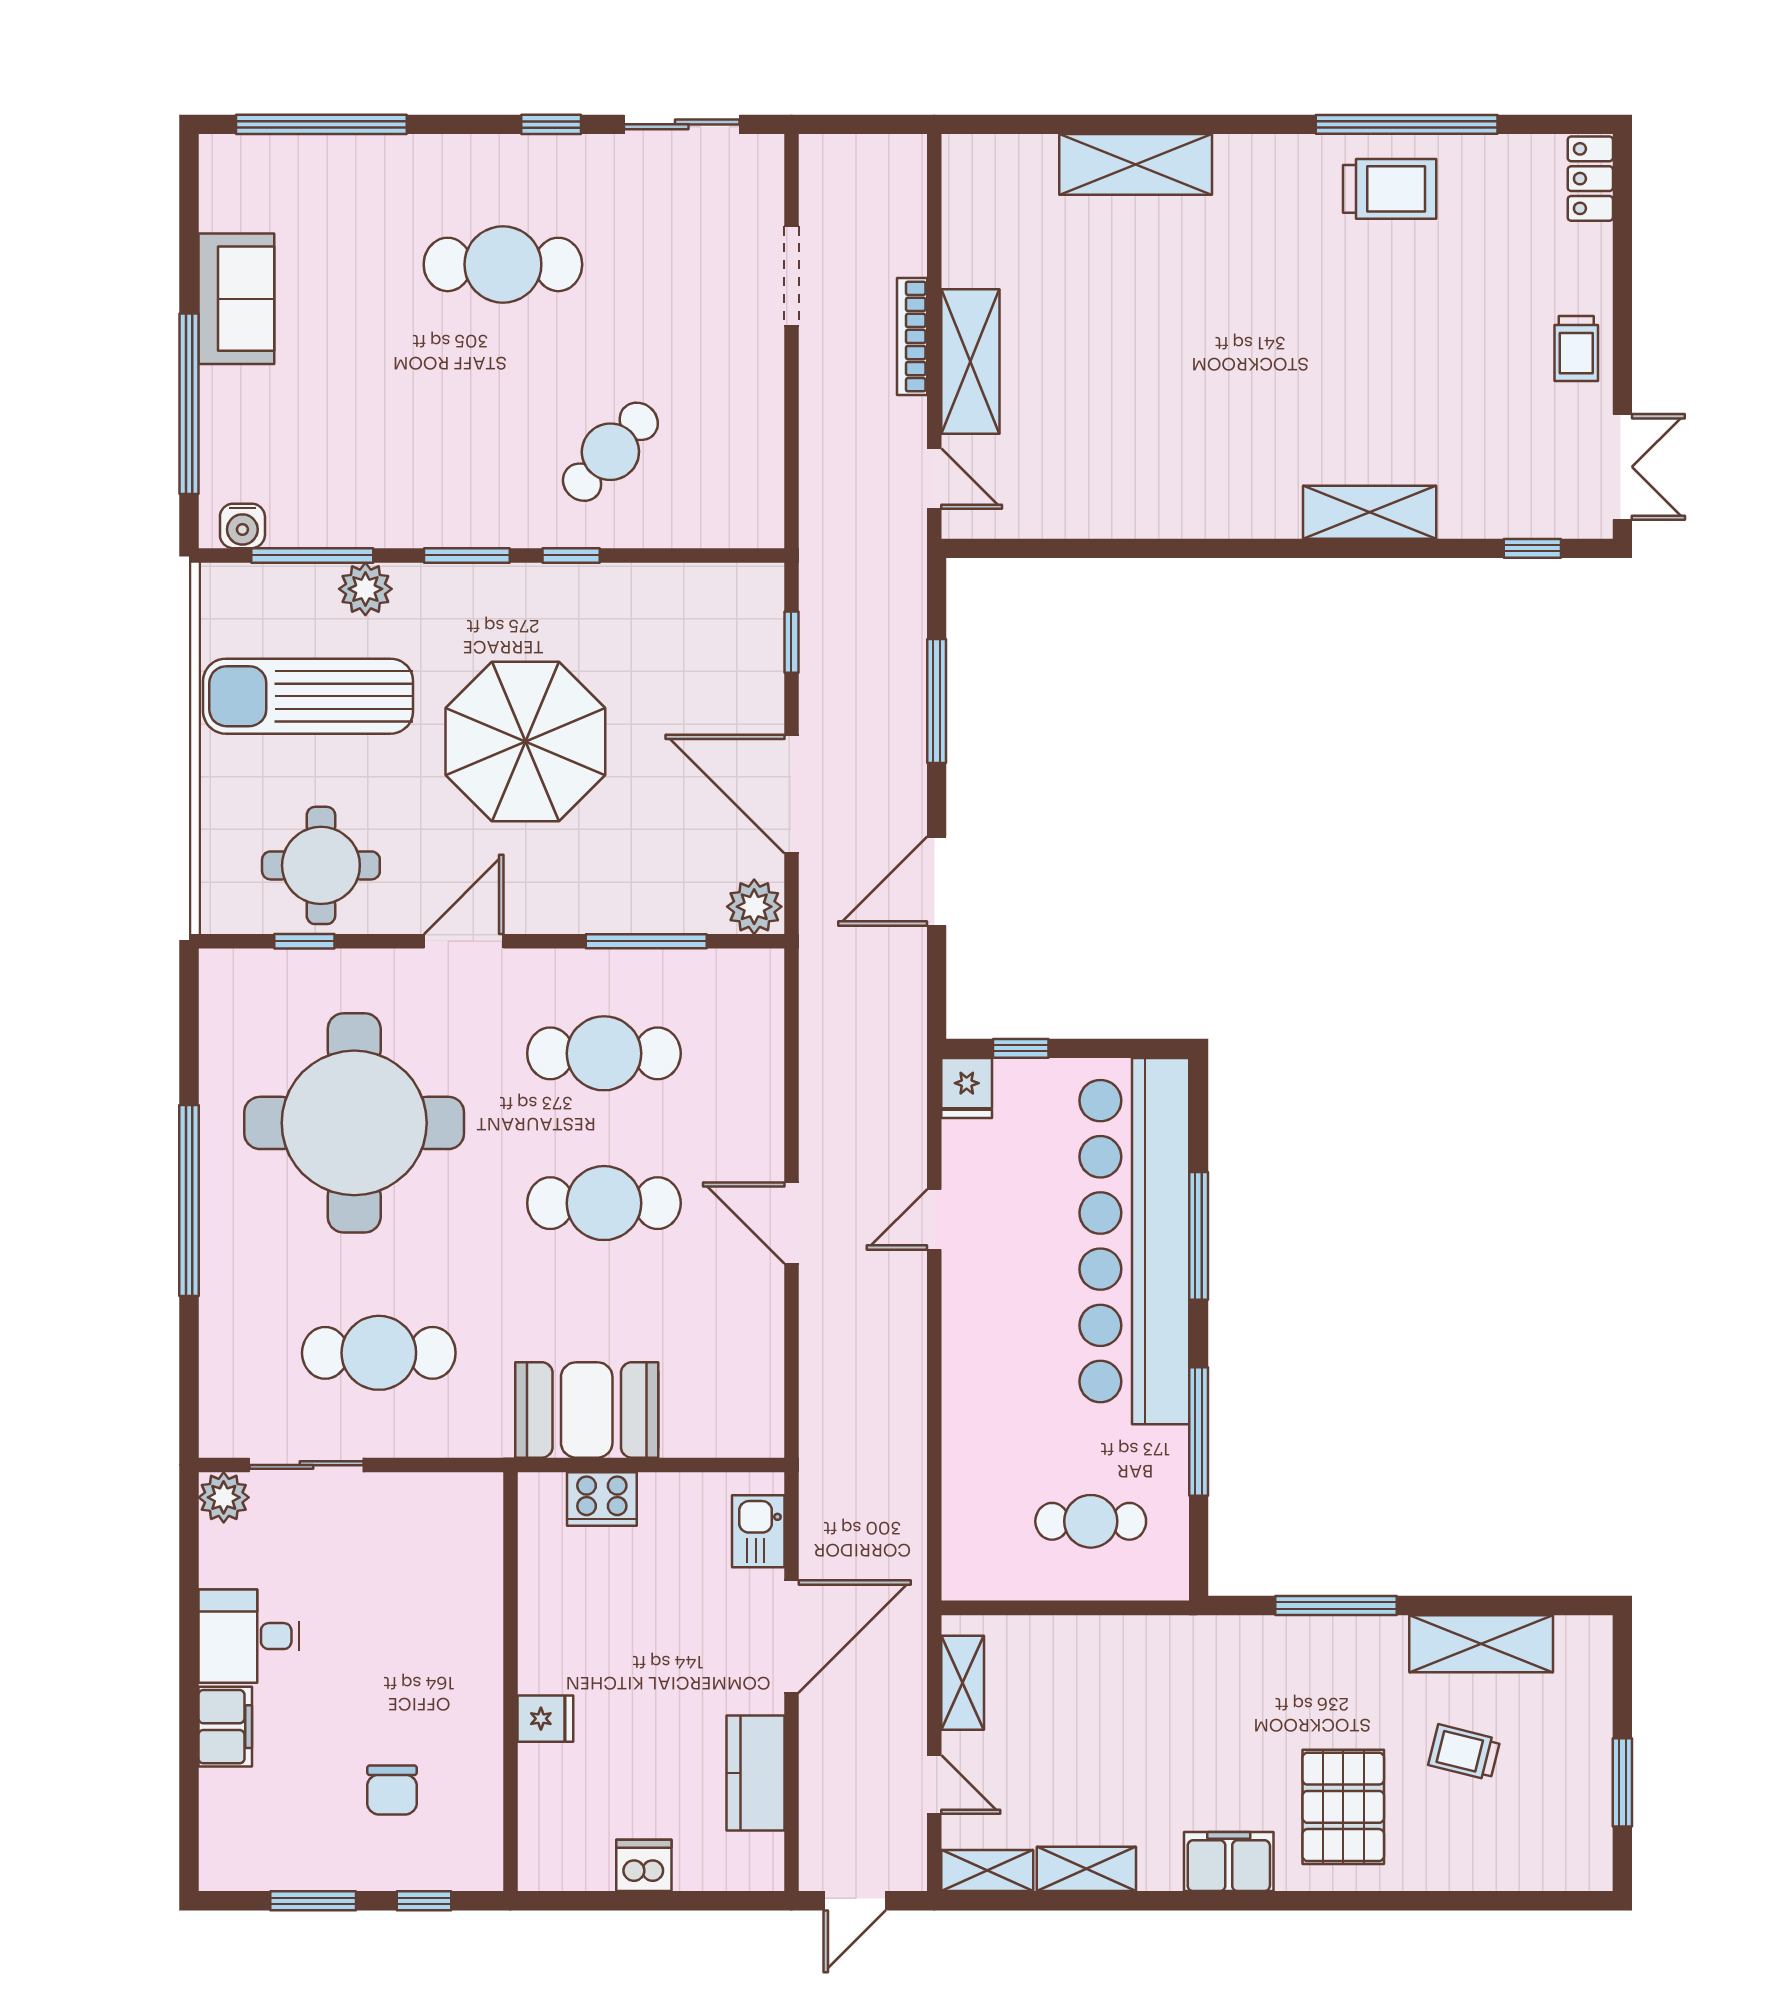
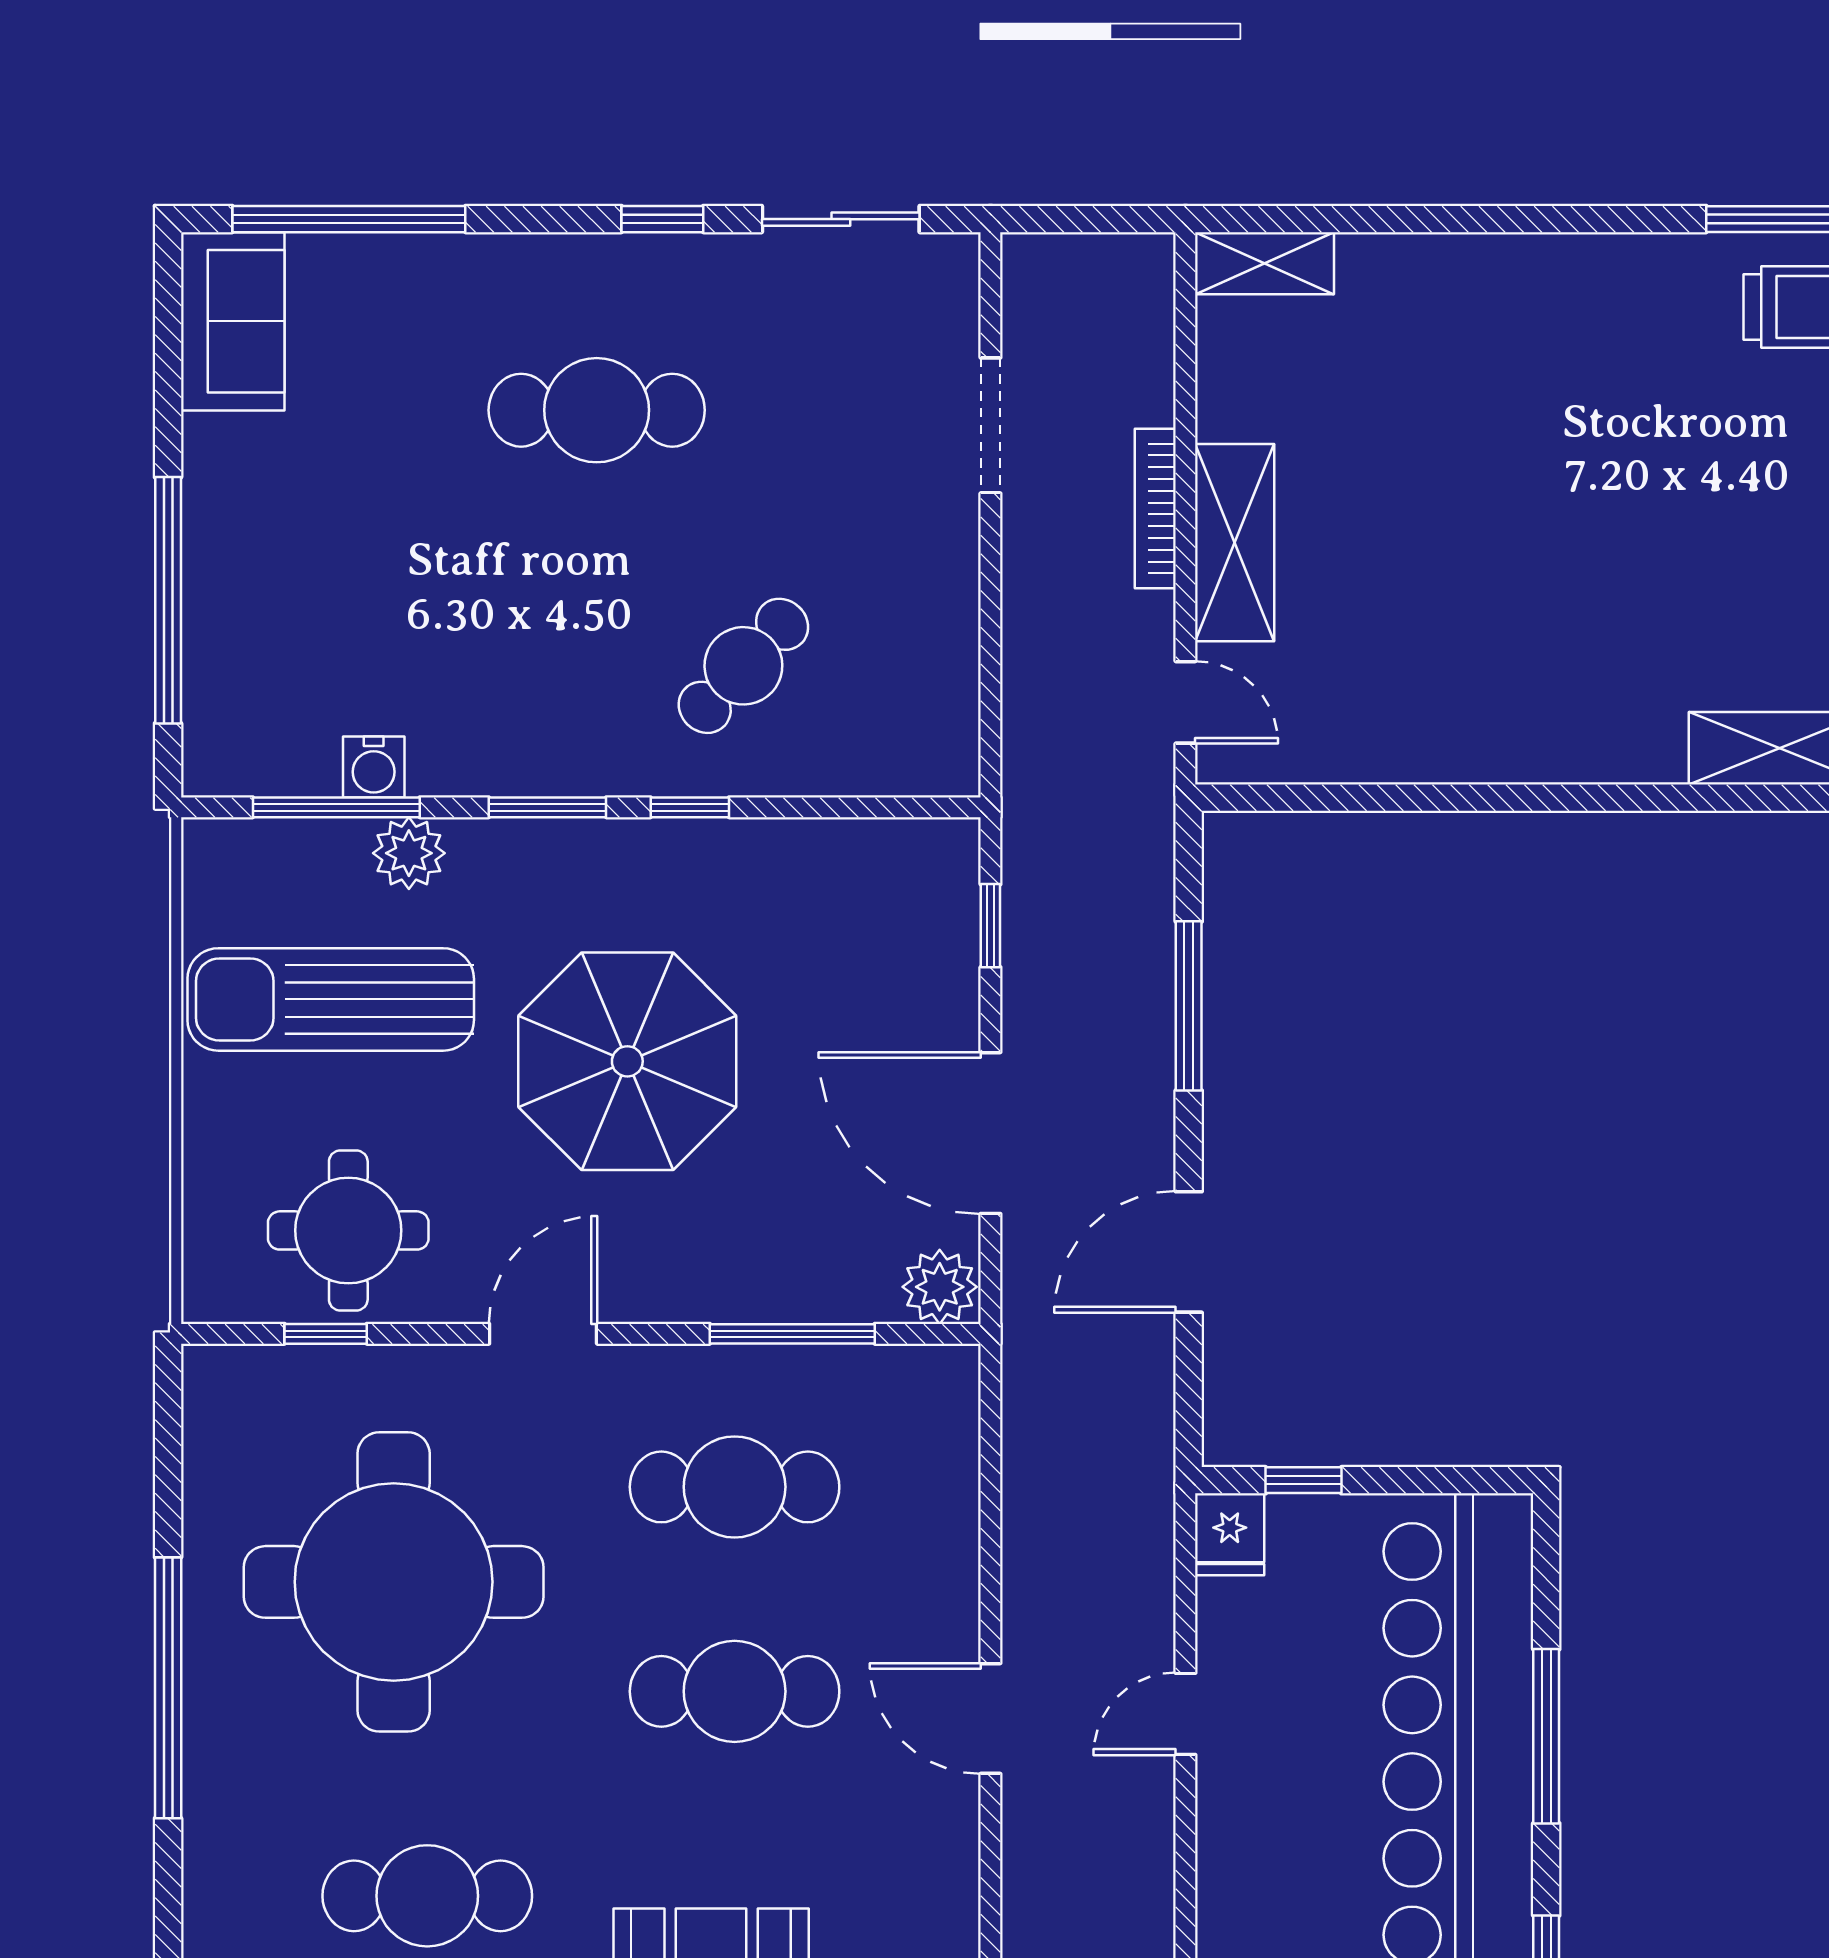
shelving: (1136, 164) -> (1265, 263), moved, width x0.67, depth x0.75
sofa: (236, 299) -> (233, 321), moved
water cooler: (242, 526) -> (374, 767), moved

